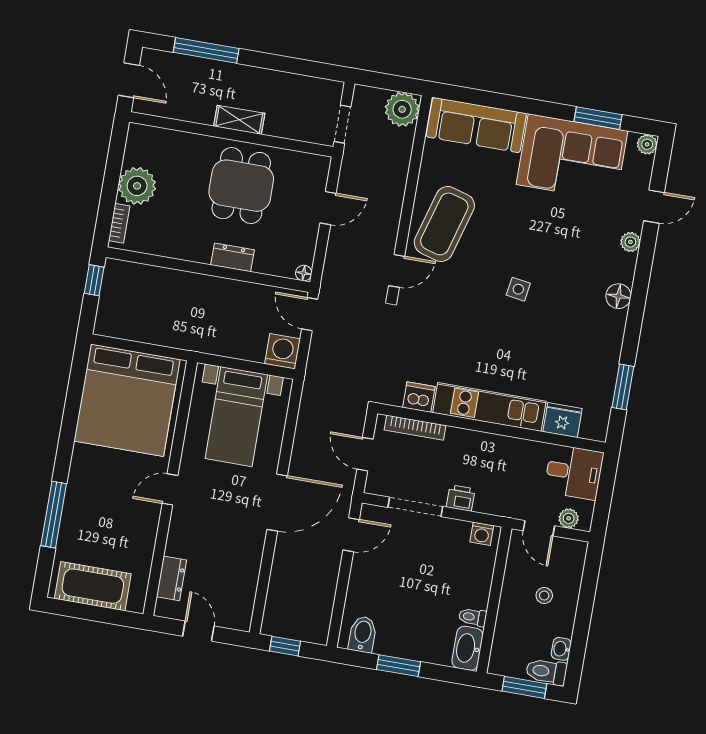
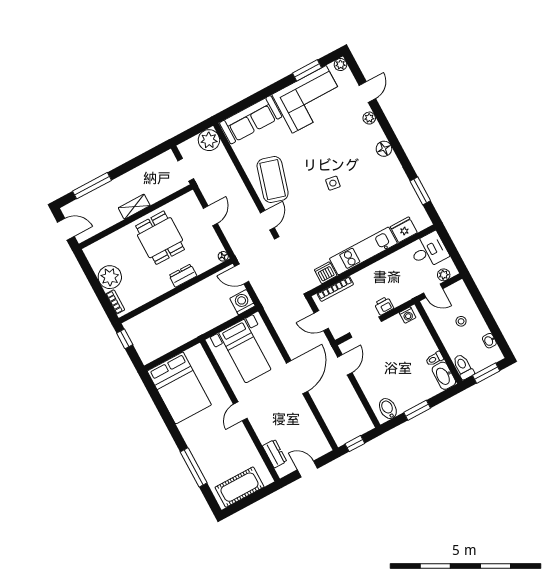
bed: (127, 400) -> (179, 388), width x0.73
toilet: (546, 672) -> (463, 367), moved, turned 90

